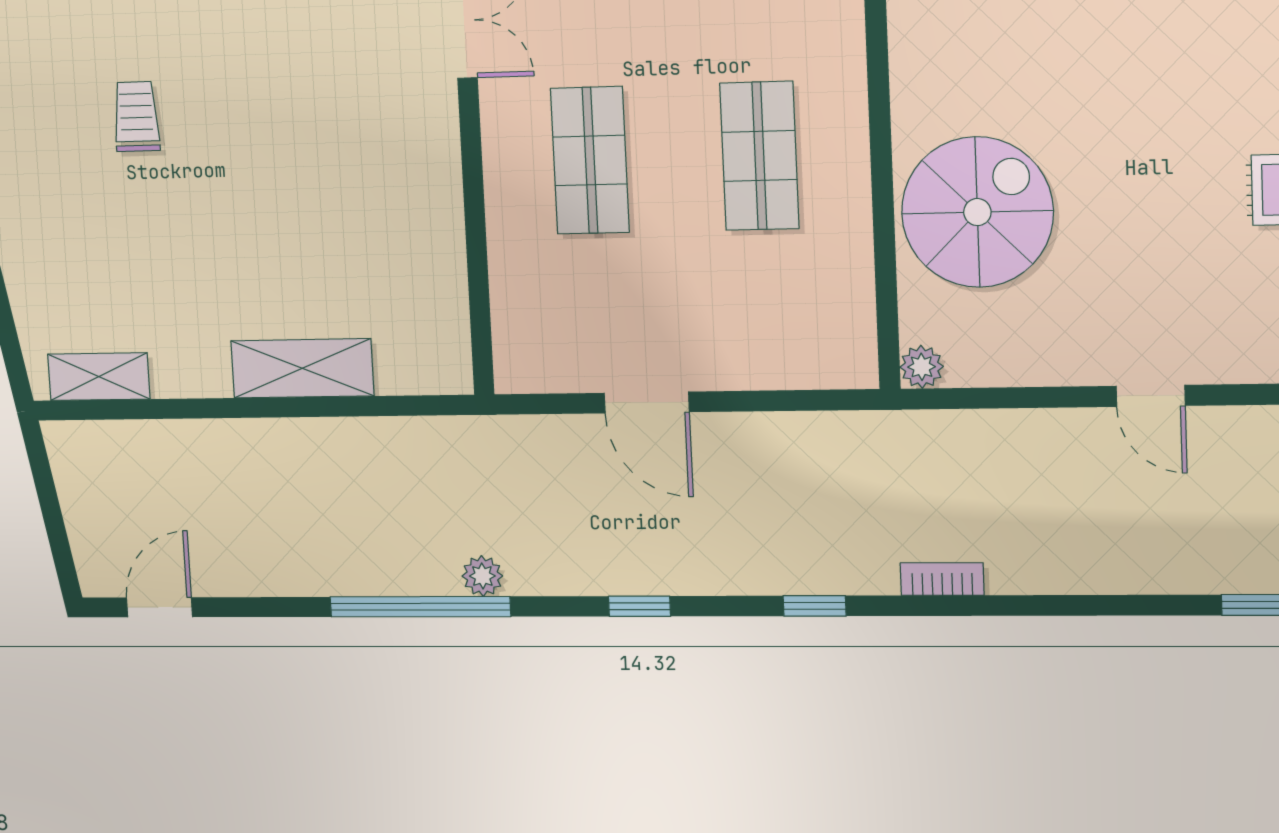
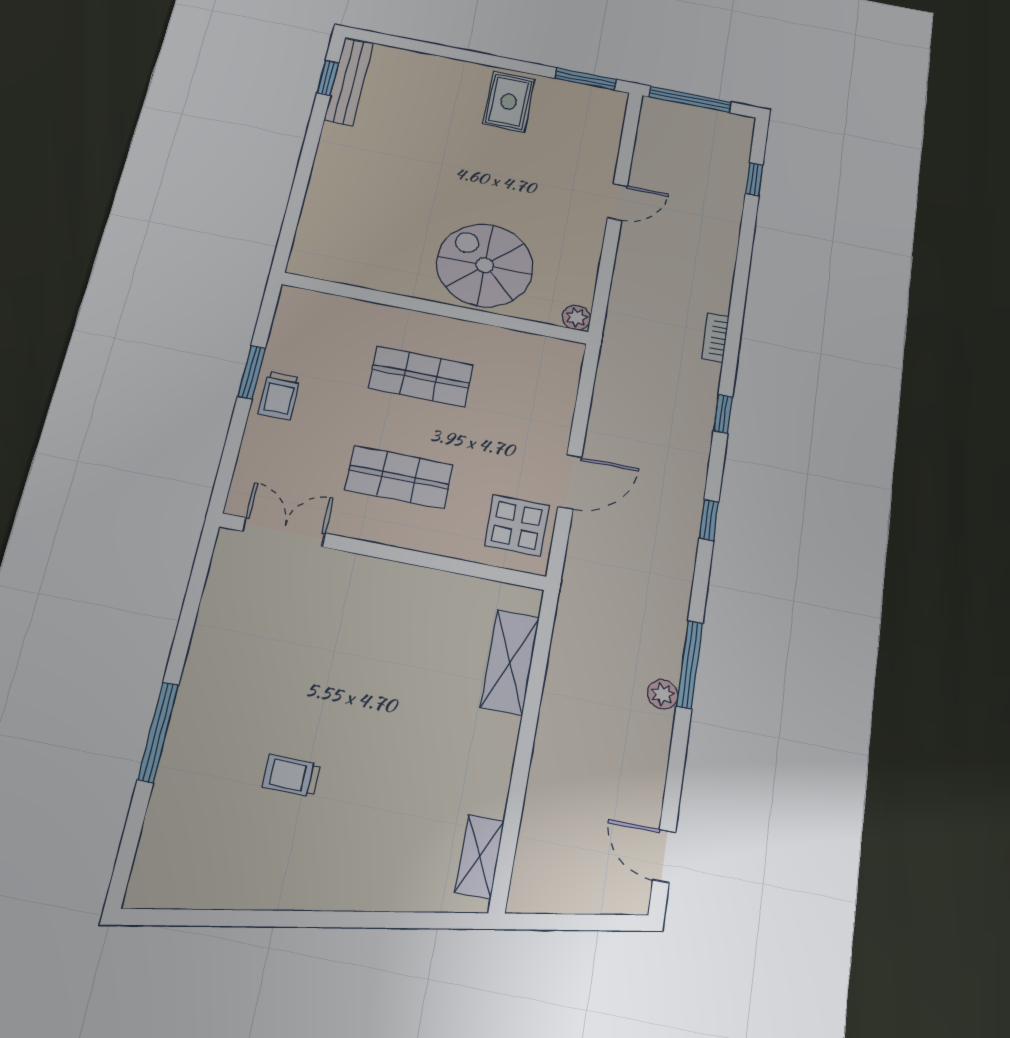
display table: (560, 340) -> (517, 525), added
shelving: (302, 368) -> (510, 662), moved
plant: (482, 576) -> (663, 694), moved
window: (420, 607) -> (690, 664), width x0.68

